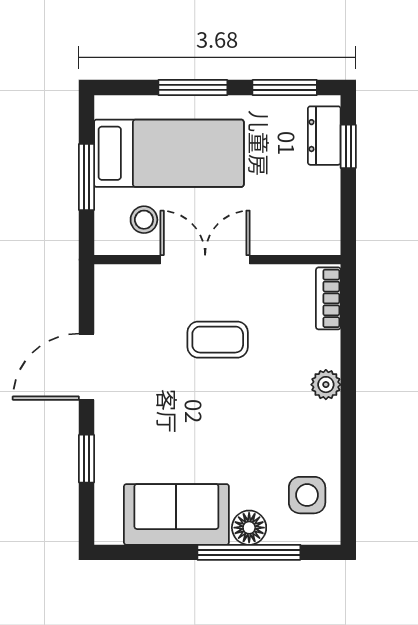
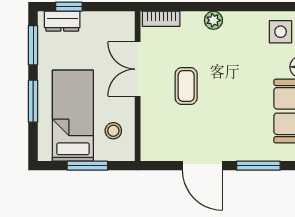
double door: (205, 260) -> (138, 69), moved
window: (87, 459) -> (258, 166), width x1.50

